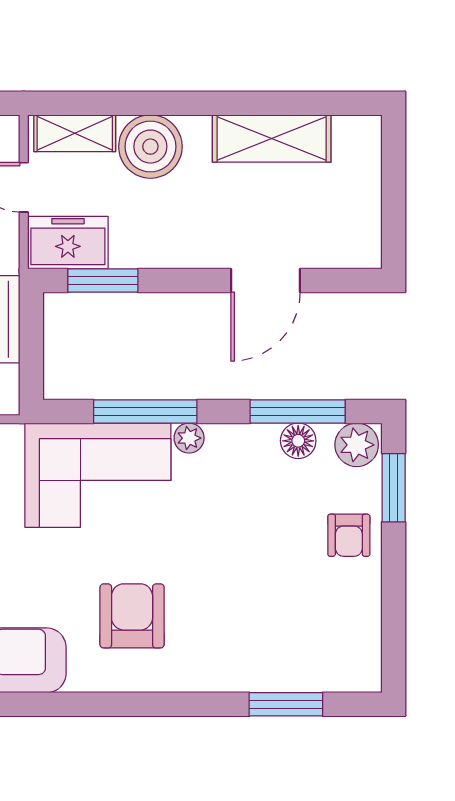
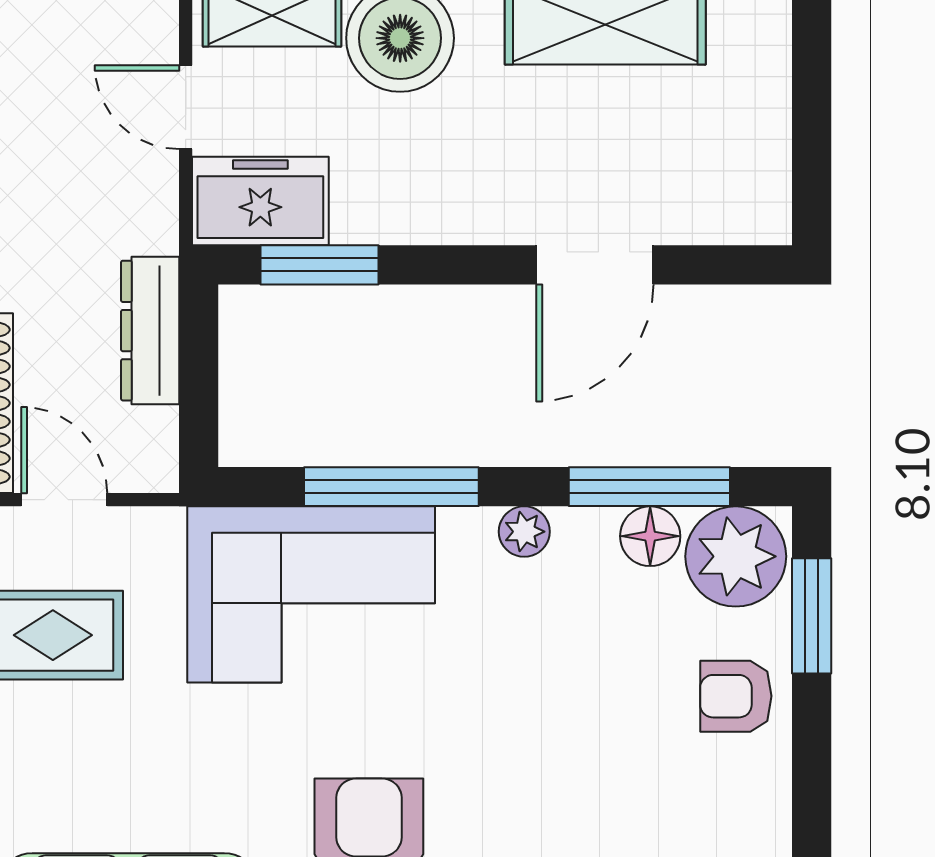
plant: (189, 438) -> (524, 532), moved
plant: (357, 445) -> (736, 556), width x1.36, depth x1.36
armchair: (349, 535) -> (736, 696), turned 90

